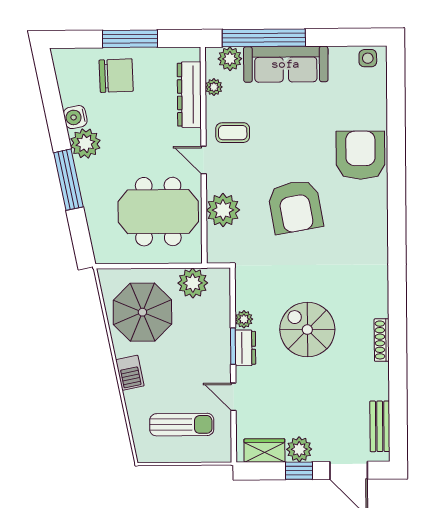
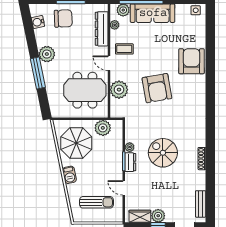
water cooler: (75, 117) -> (38, 22), moved

